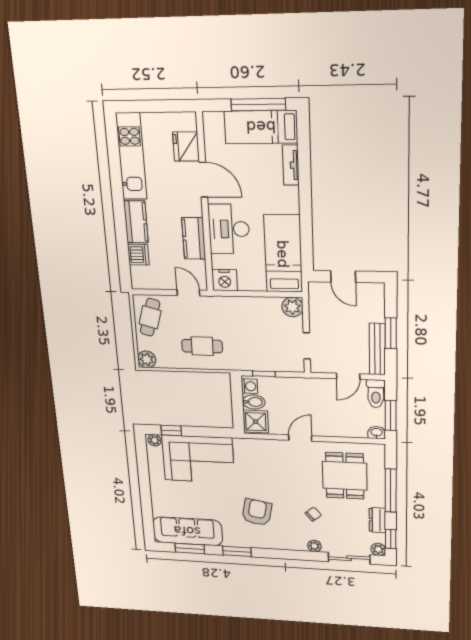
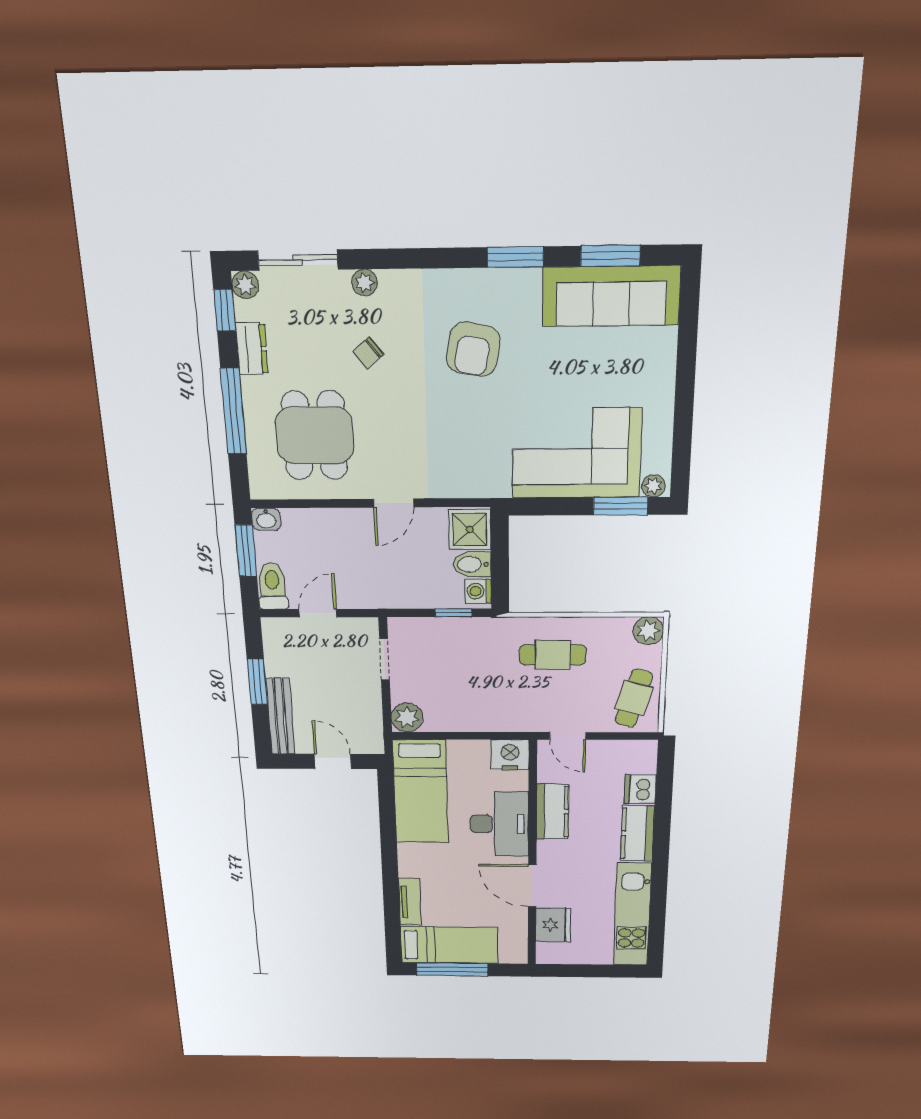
bench: (377, 349) -> (280, 716), moved
window: (171, 430) -> (621, 506), width x1.50

